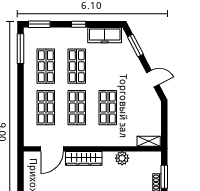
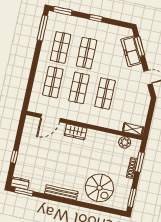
freezer: (105, 35) -> (131, 51), moved, turned 62
wardrobe: (84, 158) -> (76, 132), width x0.67
plant: (122, 158) -> (125, 142), moved

